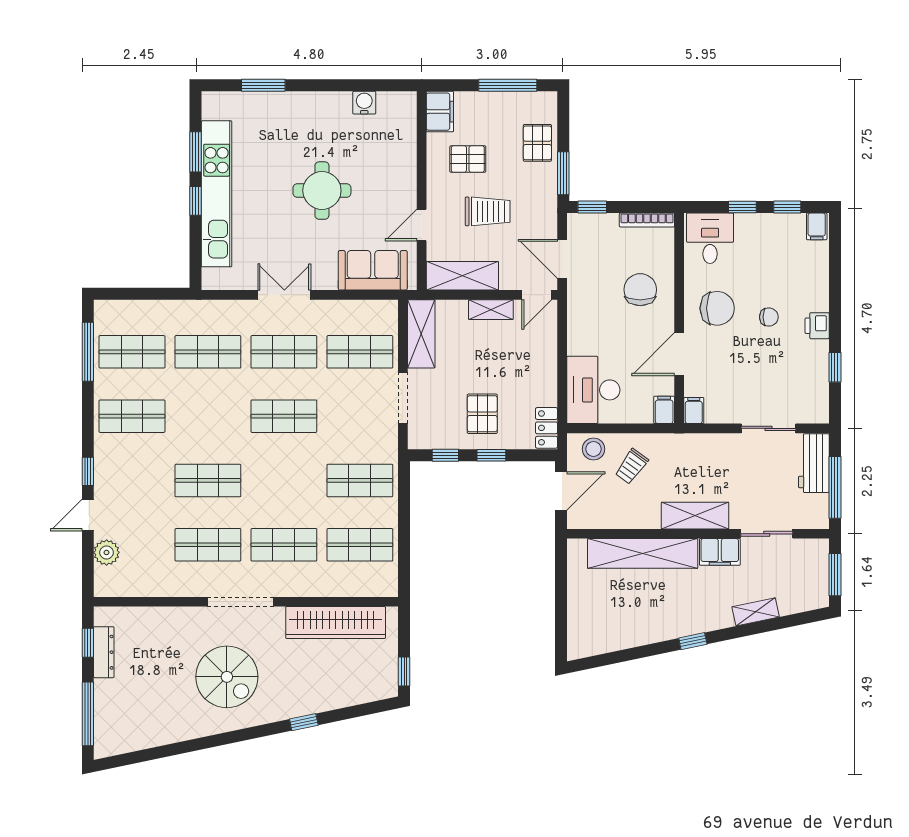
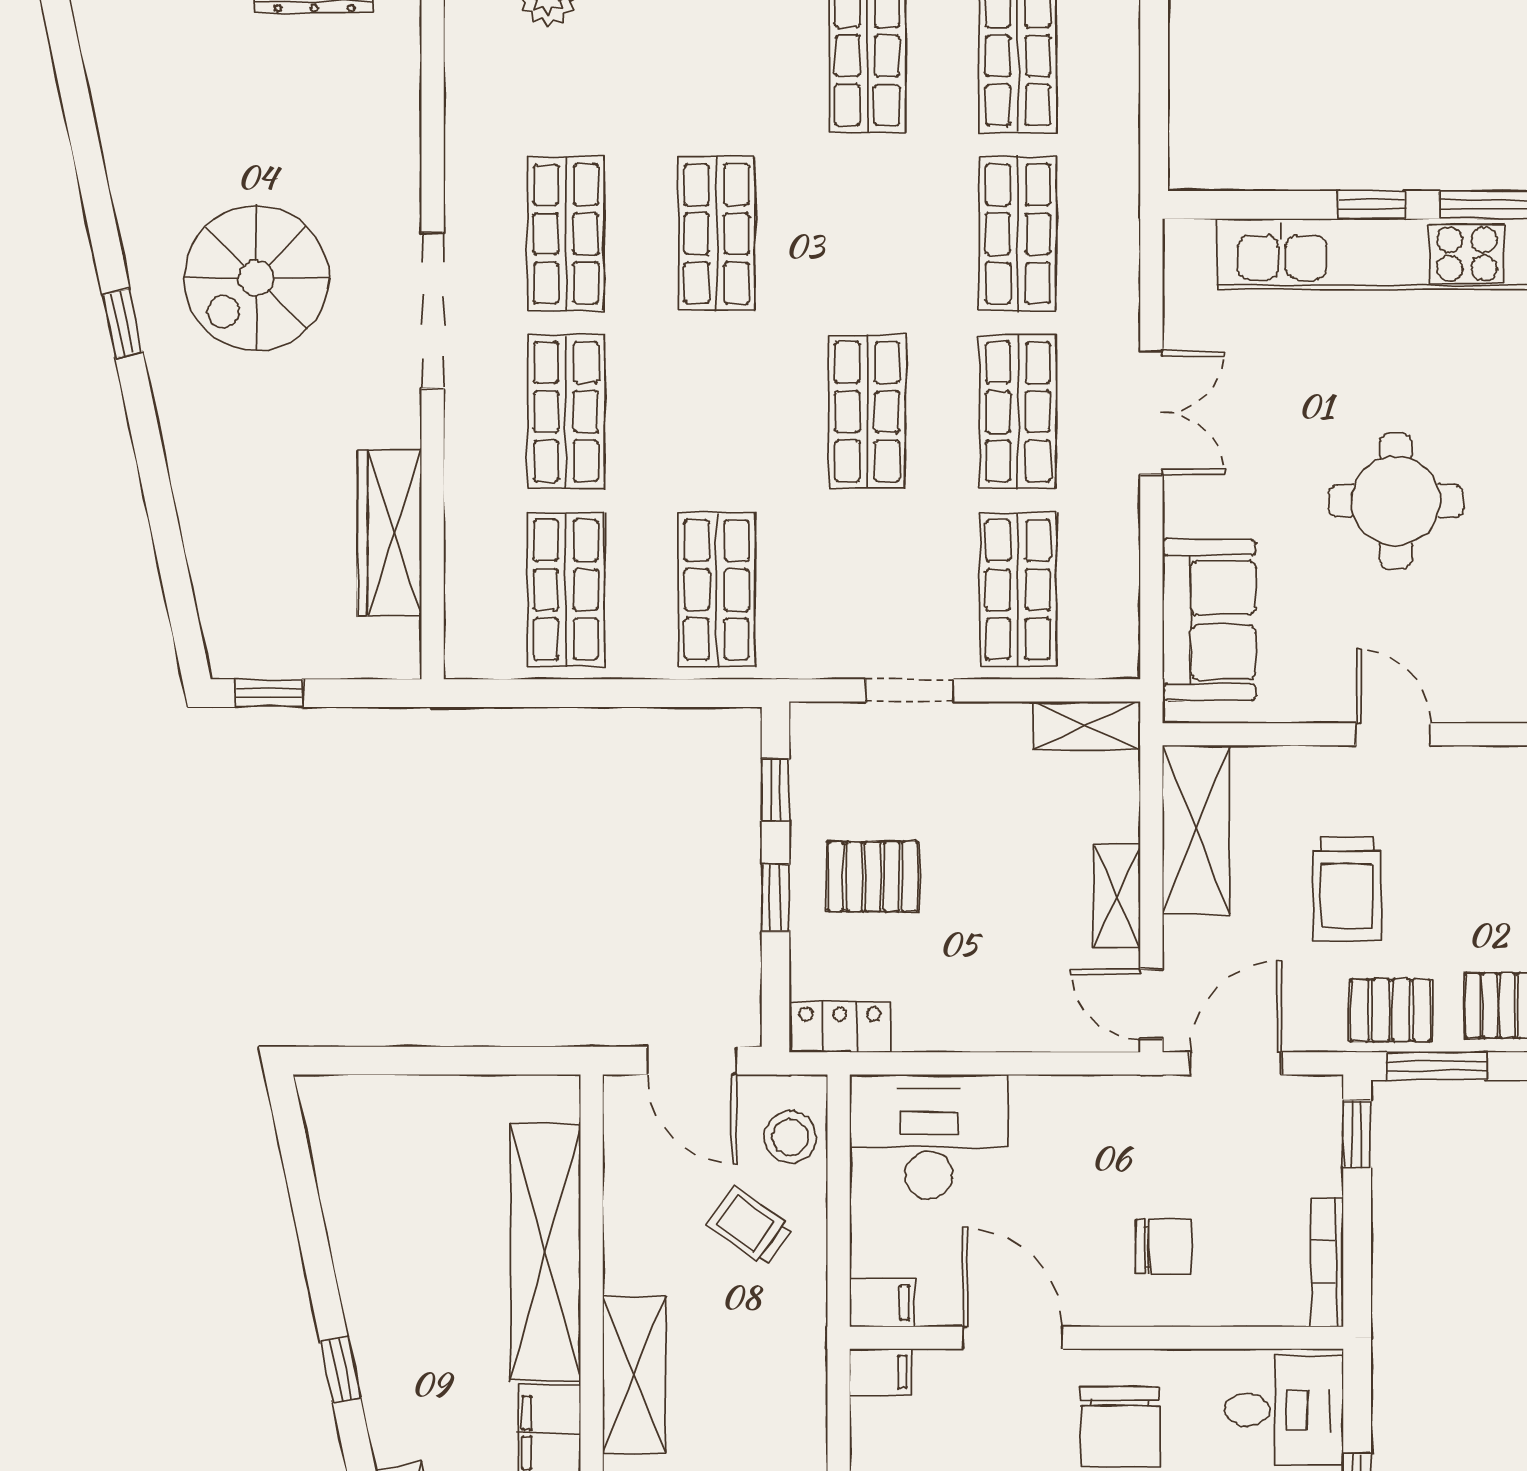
pallet: (468, 159) -> (1391, 1010), moved, turned 90
door: (422, 225) -> (1393, 734), moved
chair: (640, 290) -> (1164, 1247), width x0.73, depth x0.73
shelving: (421, 334) -> (1087, 725), width x0.67, depth x0.75
doorway: (403, 398) -> (910, 690), width x0.73
wardrobe: (336, 622) -> (389, 533), width x0.71, depth x0.85
window: (304, 722) -> (122, 323), moved

